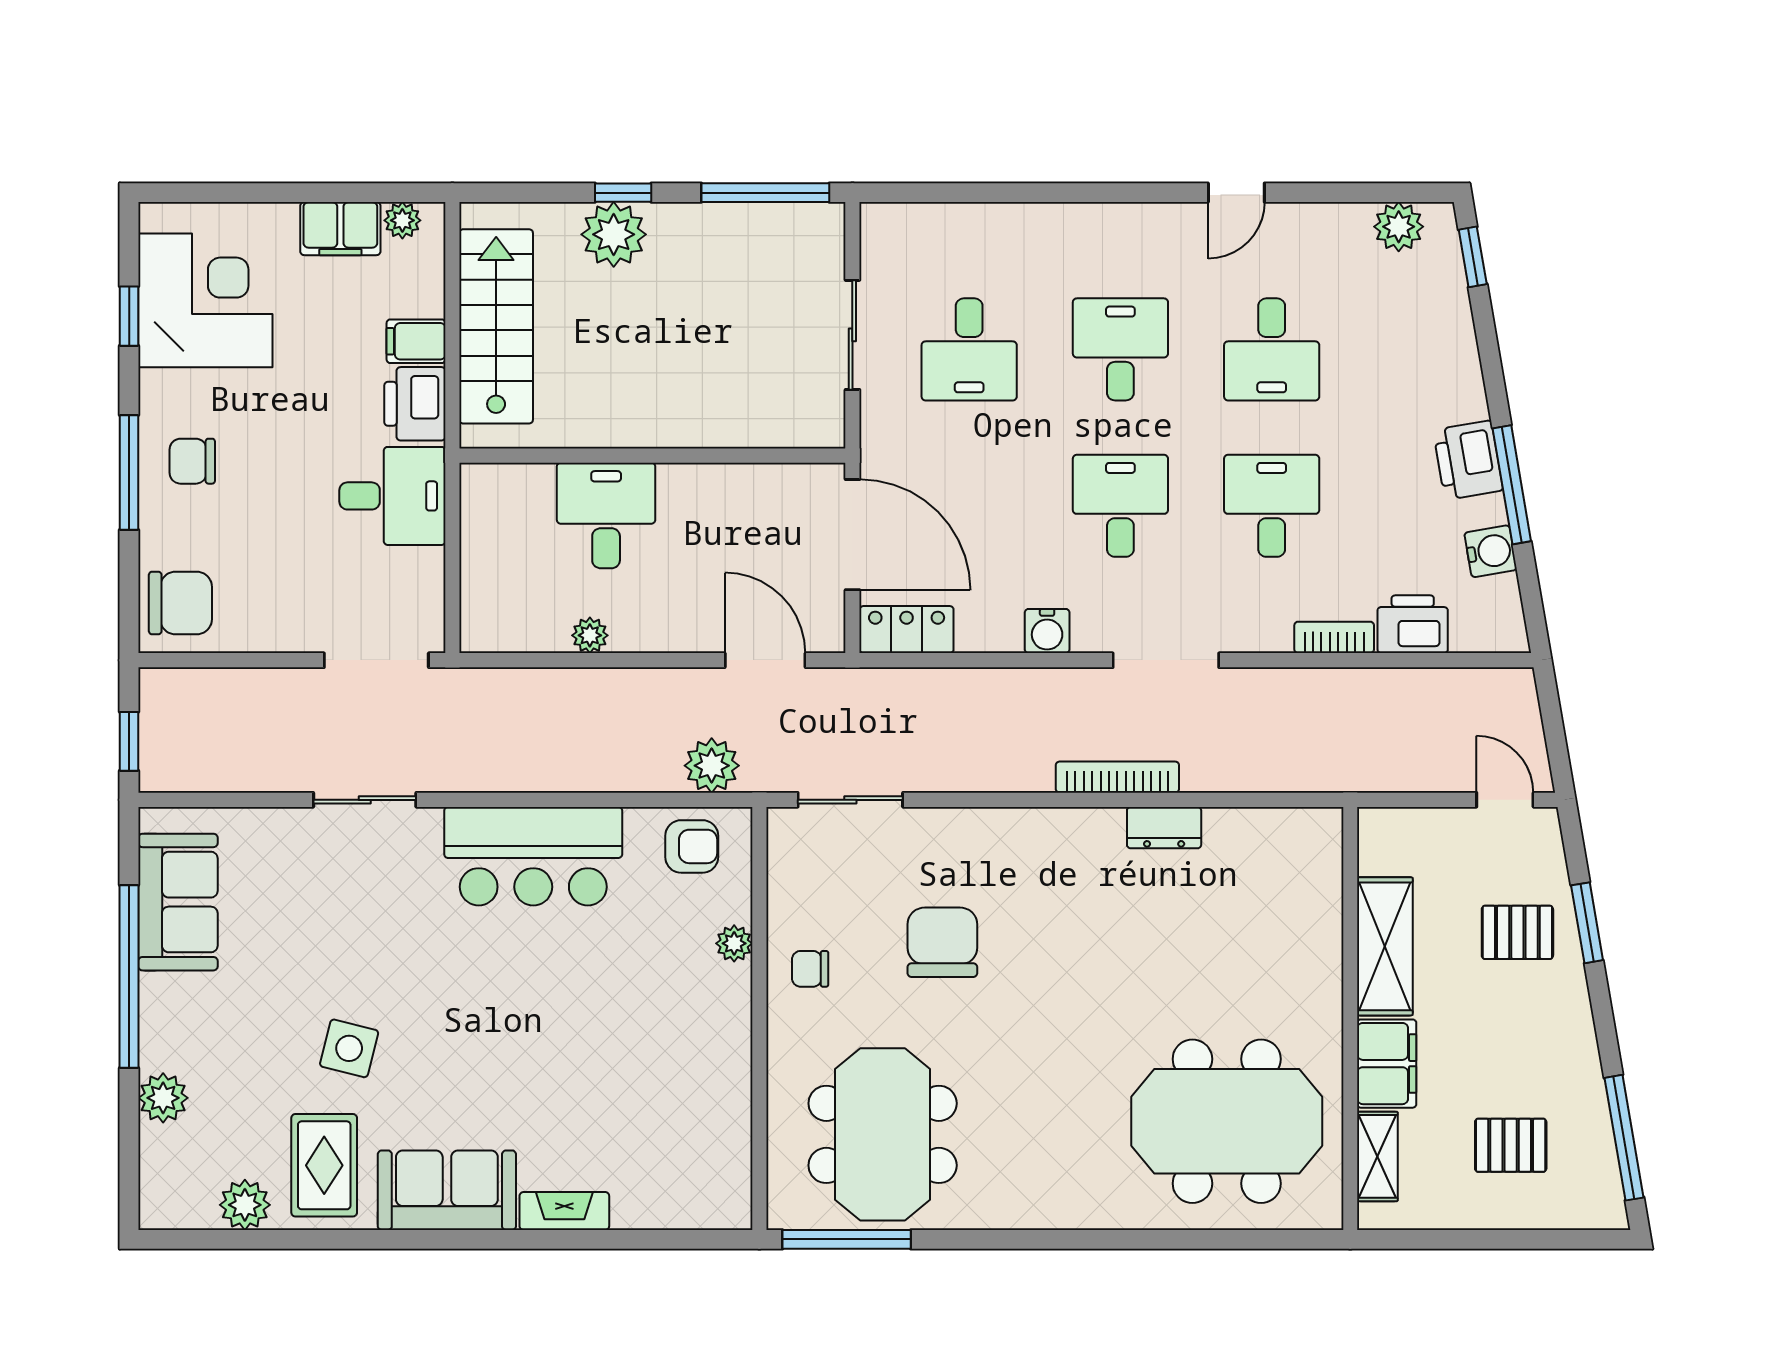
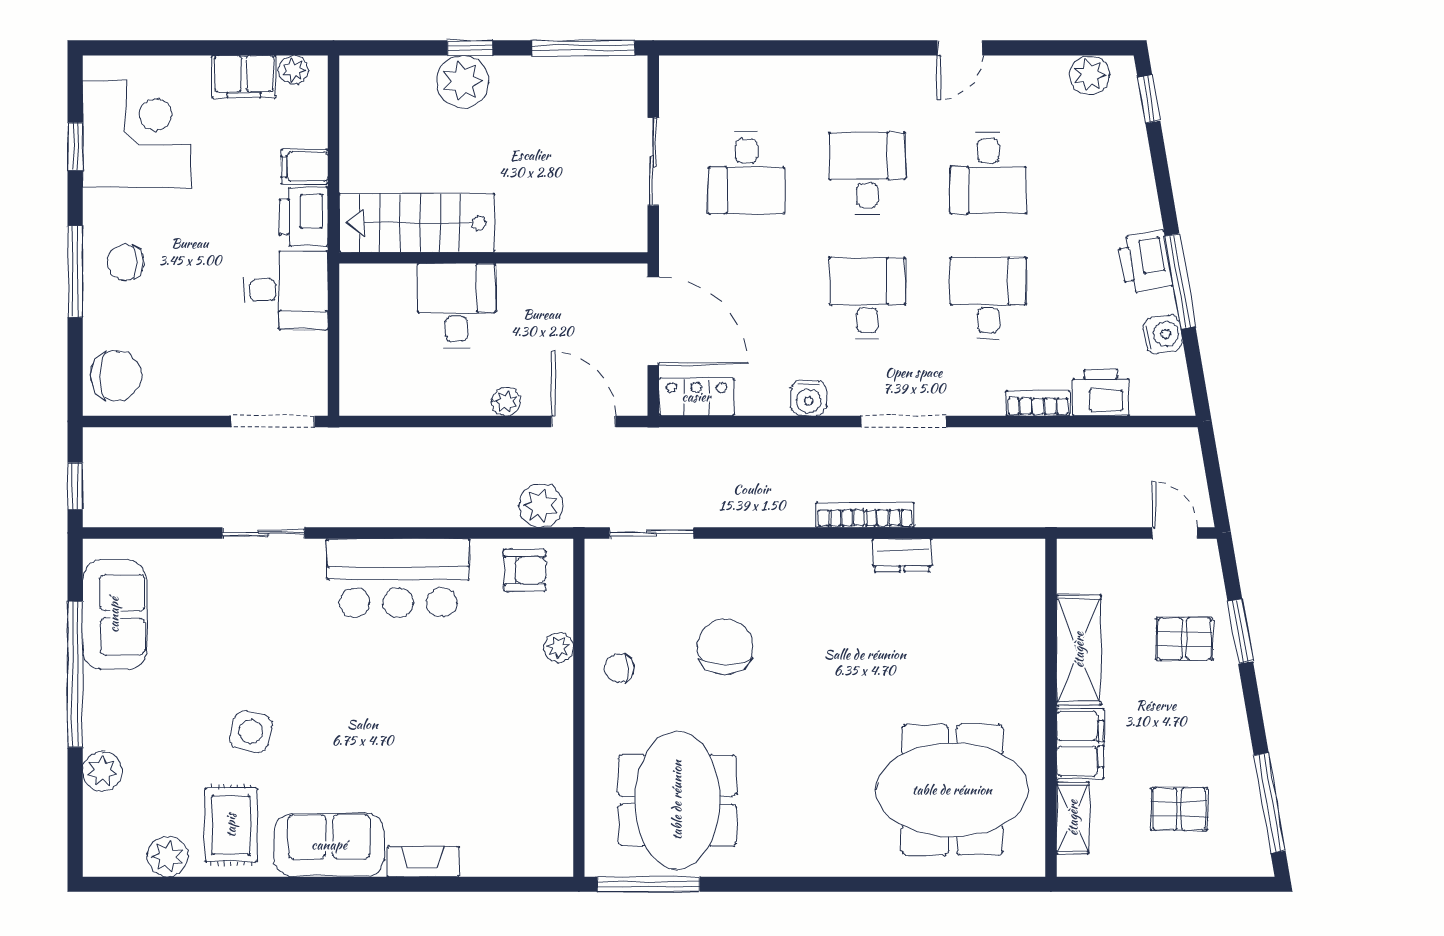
stairs: (496, 326) -> (417, 223), moved, turned -90
plant: (590, 635) -> (506, 402), moved

